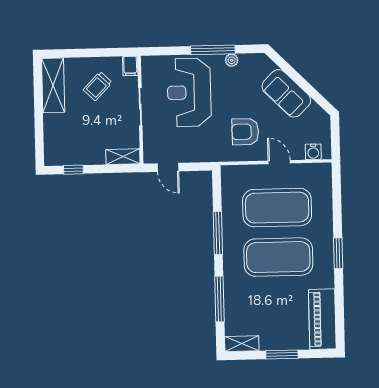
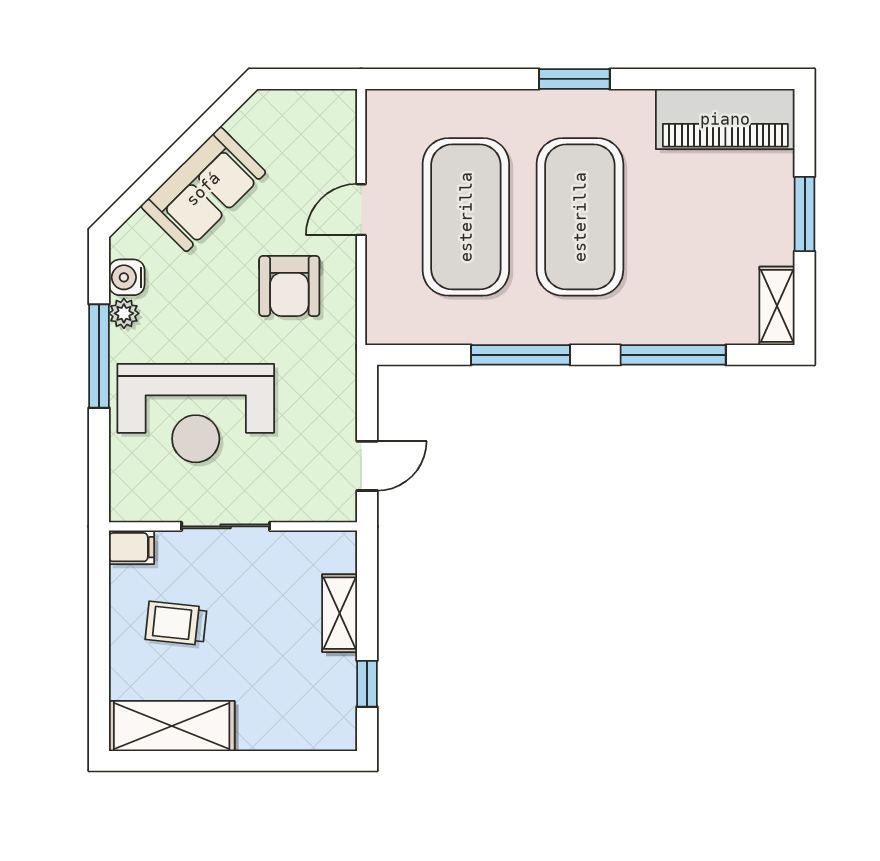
trolley: (98, 86) -> (176, 623), turned 142
water cooler: (313, 152) -> (127, 277), moved, turned 180
shelving: (123, 157) -> (340, 613), moved

